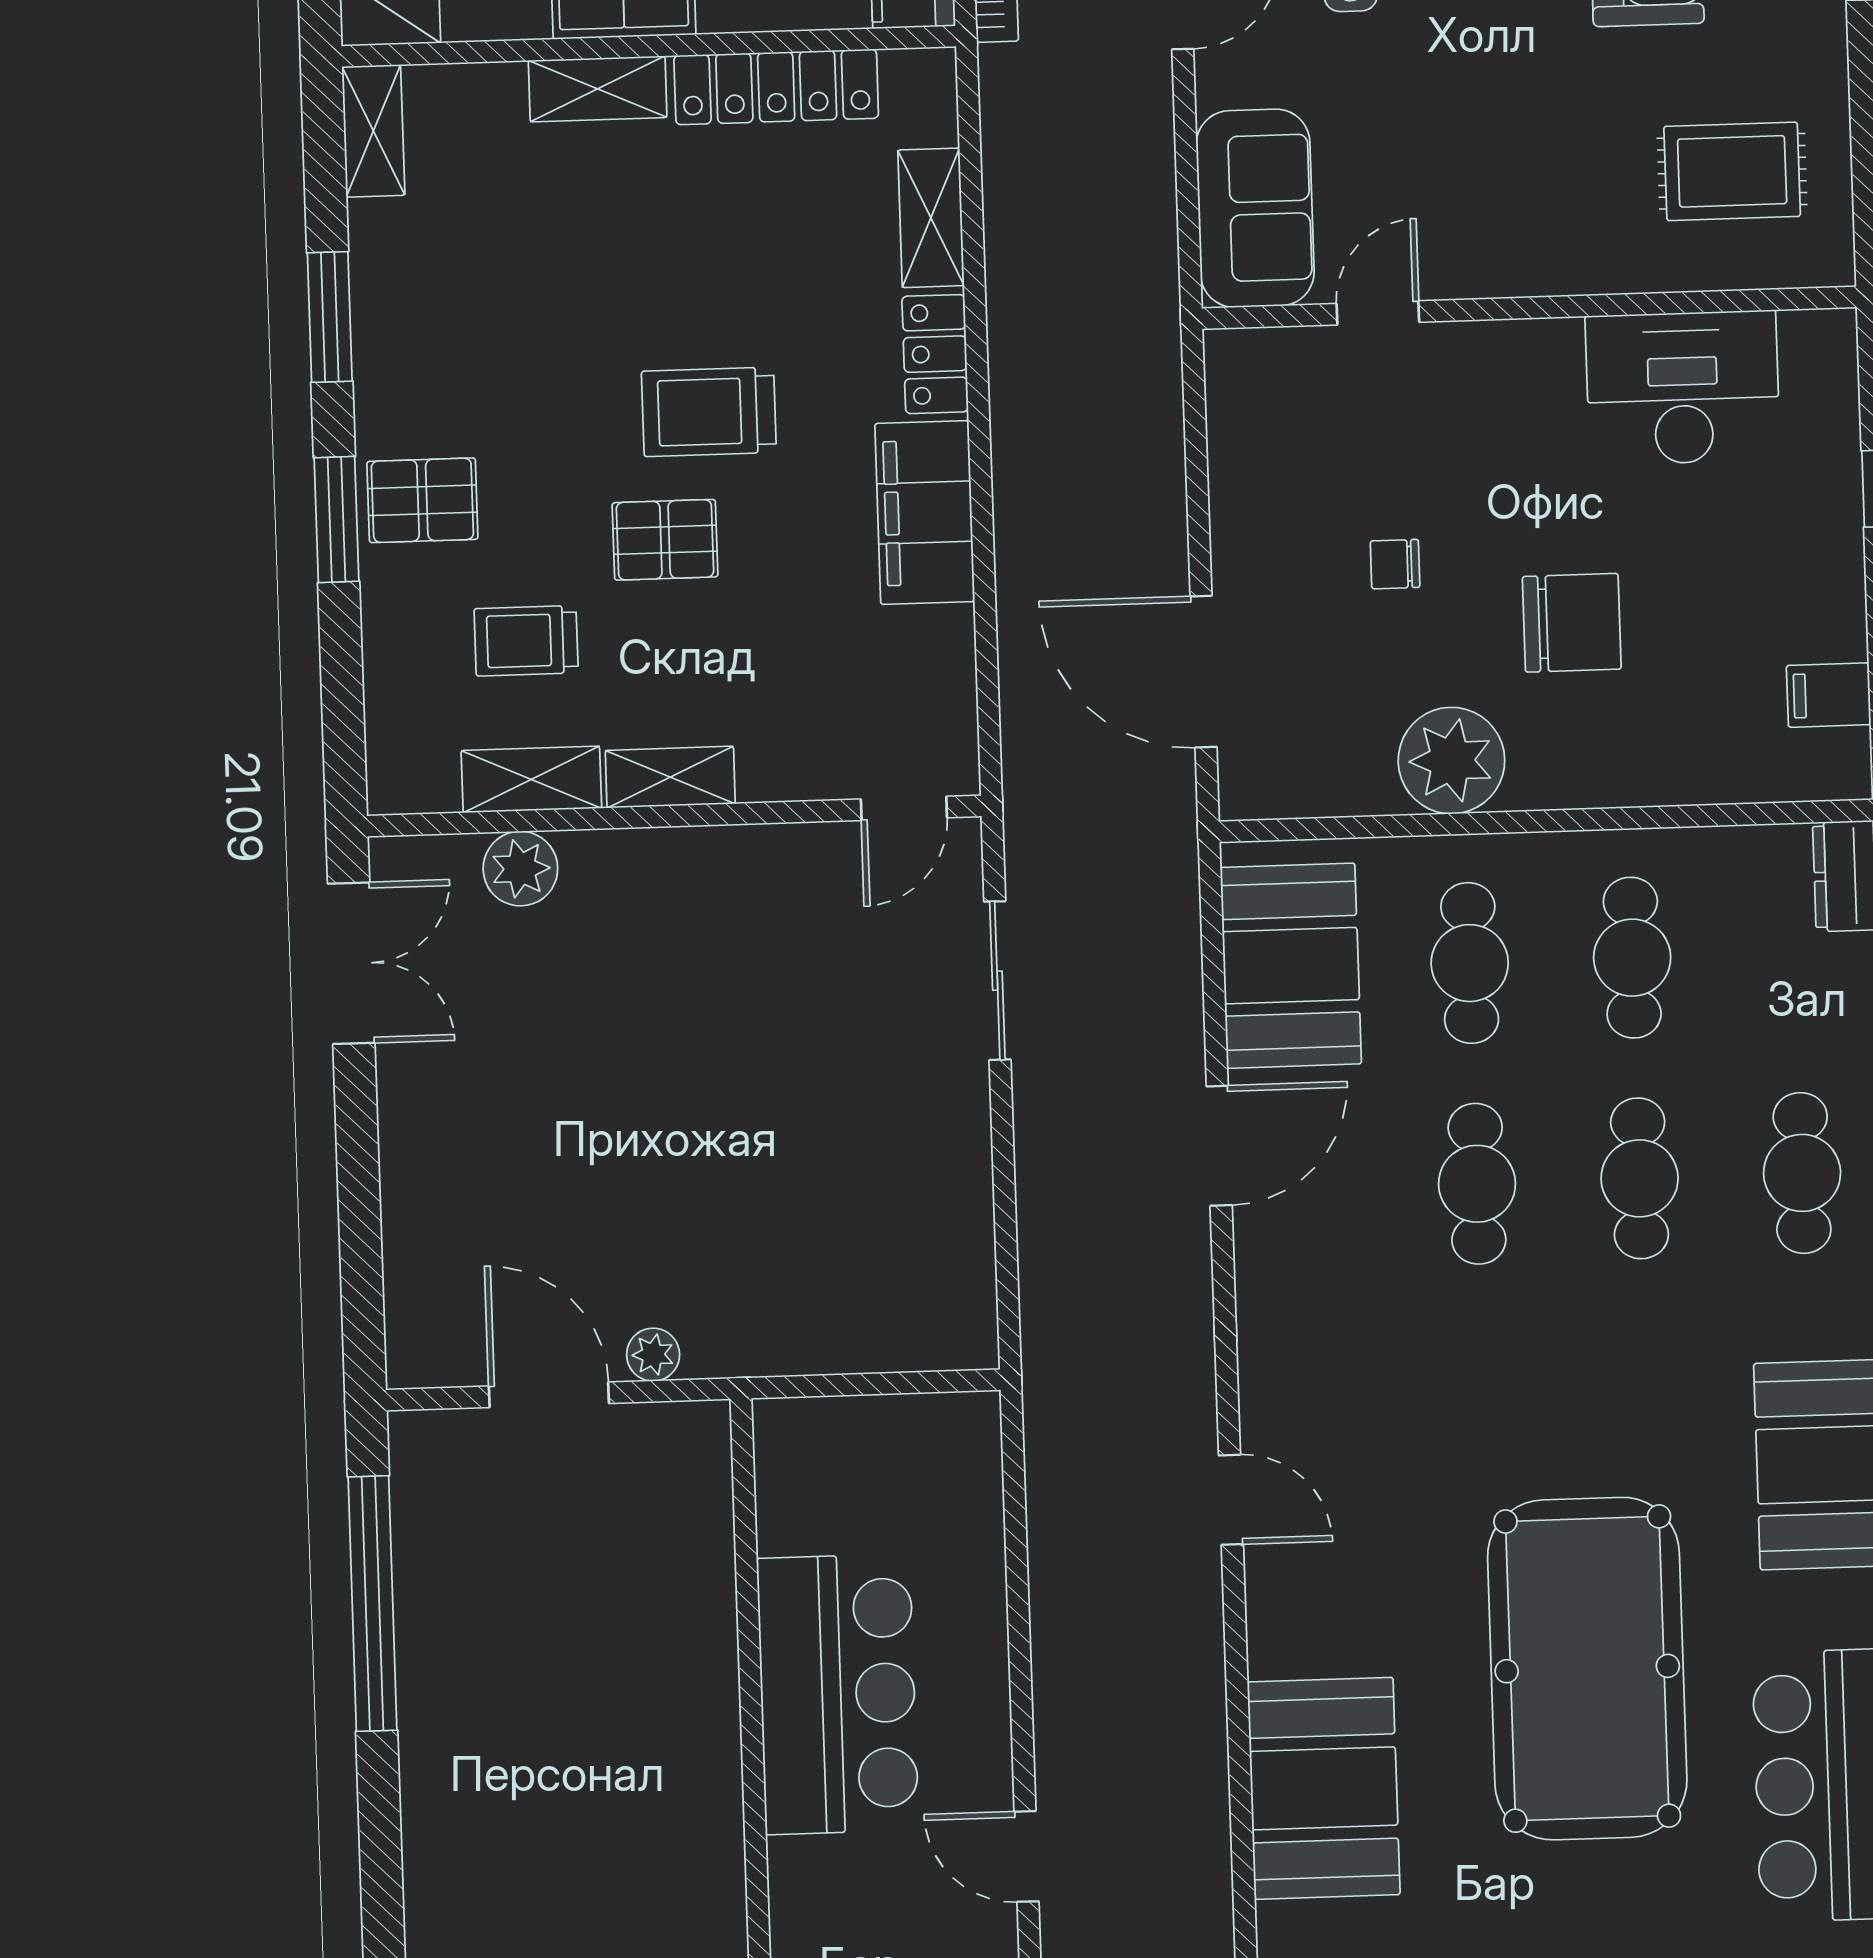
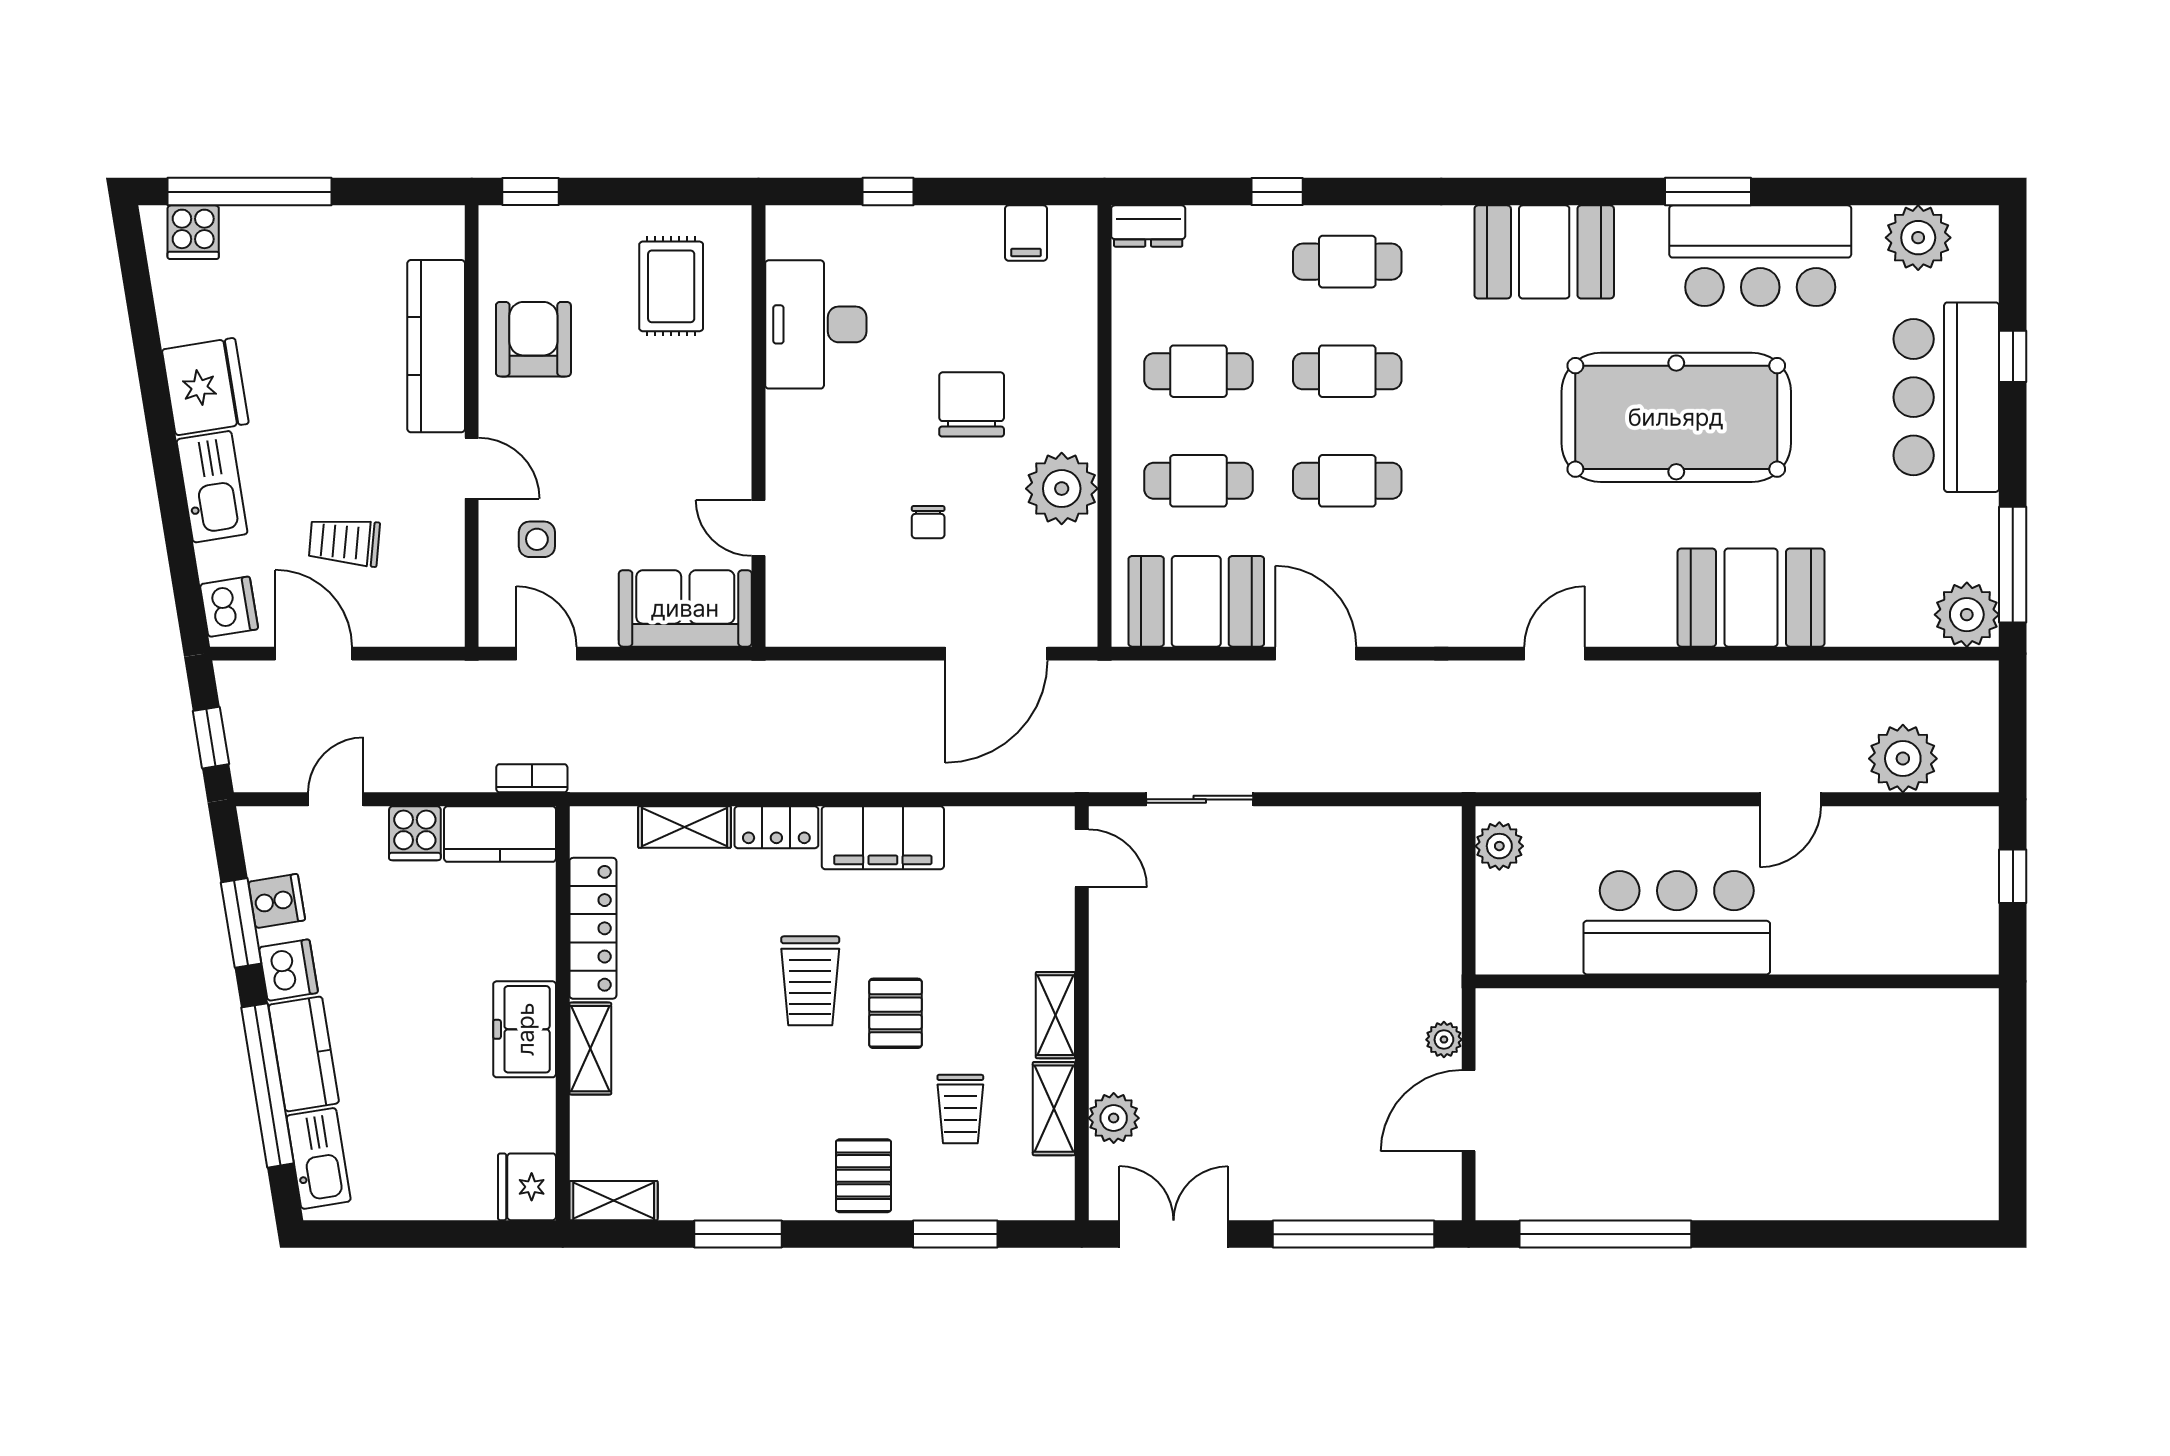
window: (337, 519) -> (955, 1234), moved
window: (360, 1230) -> (1353, 1234), added
plant: (943, 1427) -> (1499, 846), added

